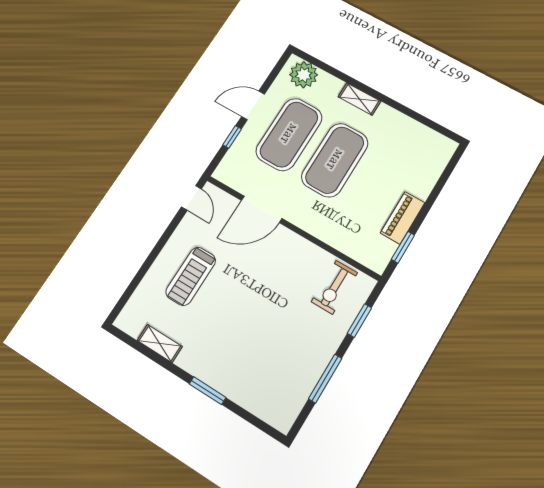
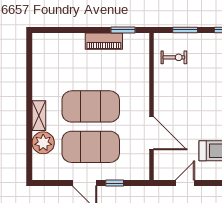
plant: (304, 75) -> (43, 143), moved
door: (191, 198) -> (185, 183), moved
exercise bike: (334, 287) -> (174, 57), width x0.73, depth x0.72

